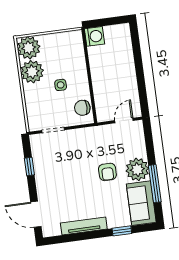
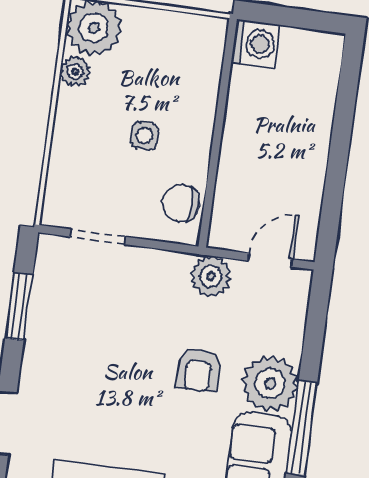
plant: (32, 72) -> (75, 71), width x0.53, depth x0.53
plant: (102, 133) -> (211, 276), added
window: (29, 166) -> (19, 307), width x1.50

